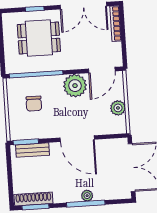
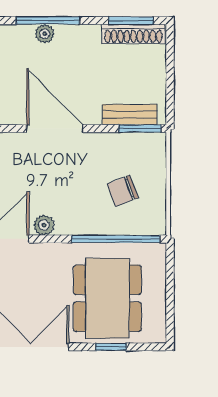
dining table: (39, 38) -> (107, 298), width x1.37
plant: (75, 86) -> (44, 225), width x0.53, depth x0.53
chair: (34, 104) -> (123, 191), turned -111

